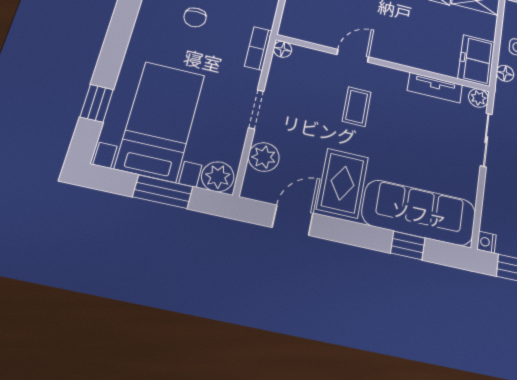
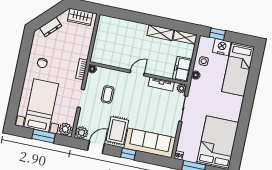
chair: (195, 17) -> (42, 63), moved
door: (353, 56) -> (137, 73), moved
window: (97, 103) -> (15, 99), removed
coffee table: (357, 107) -> (108, 94), moved
plant: (264, 157) -> (81, 133), moved
window: (408, 245) -> (128, 154), moved

